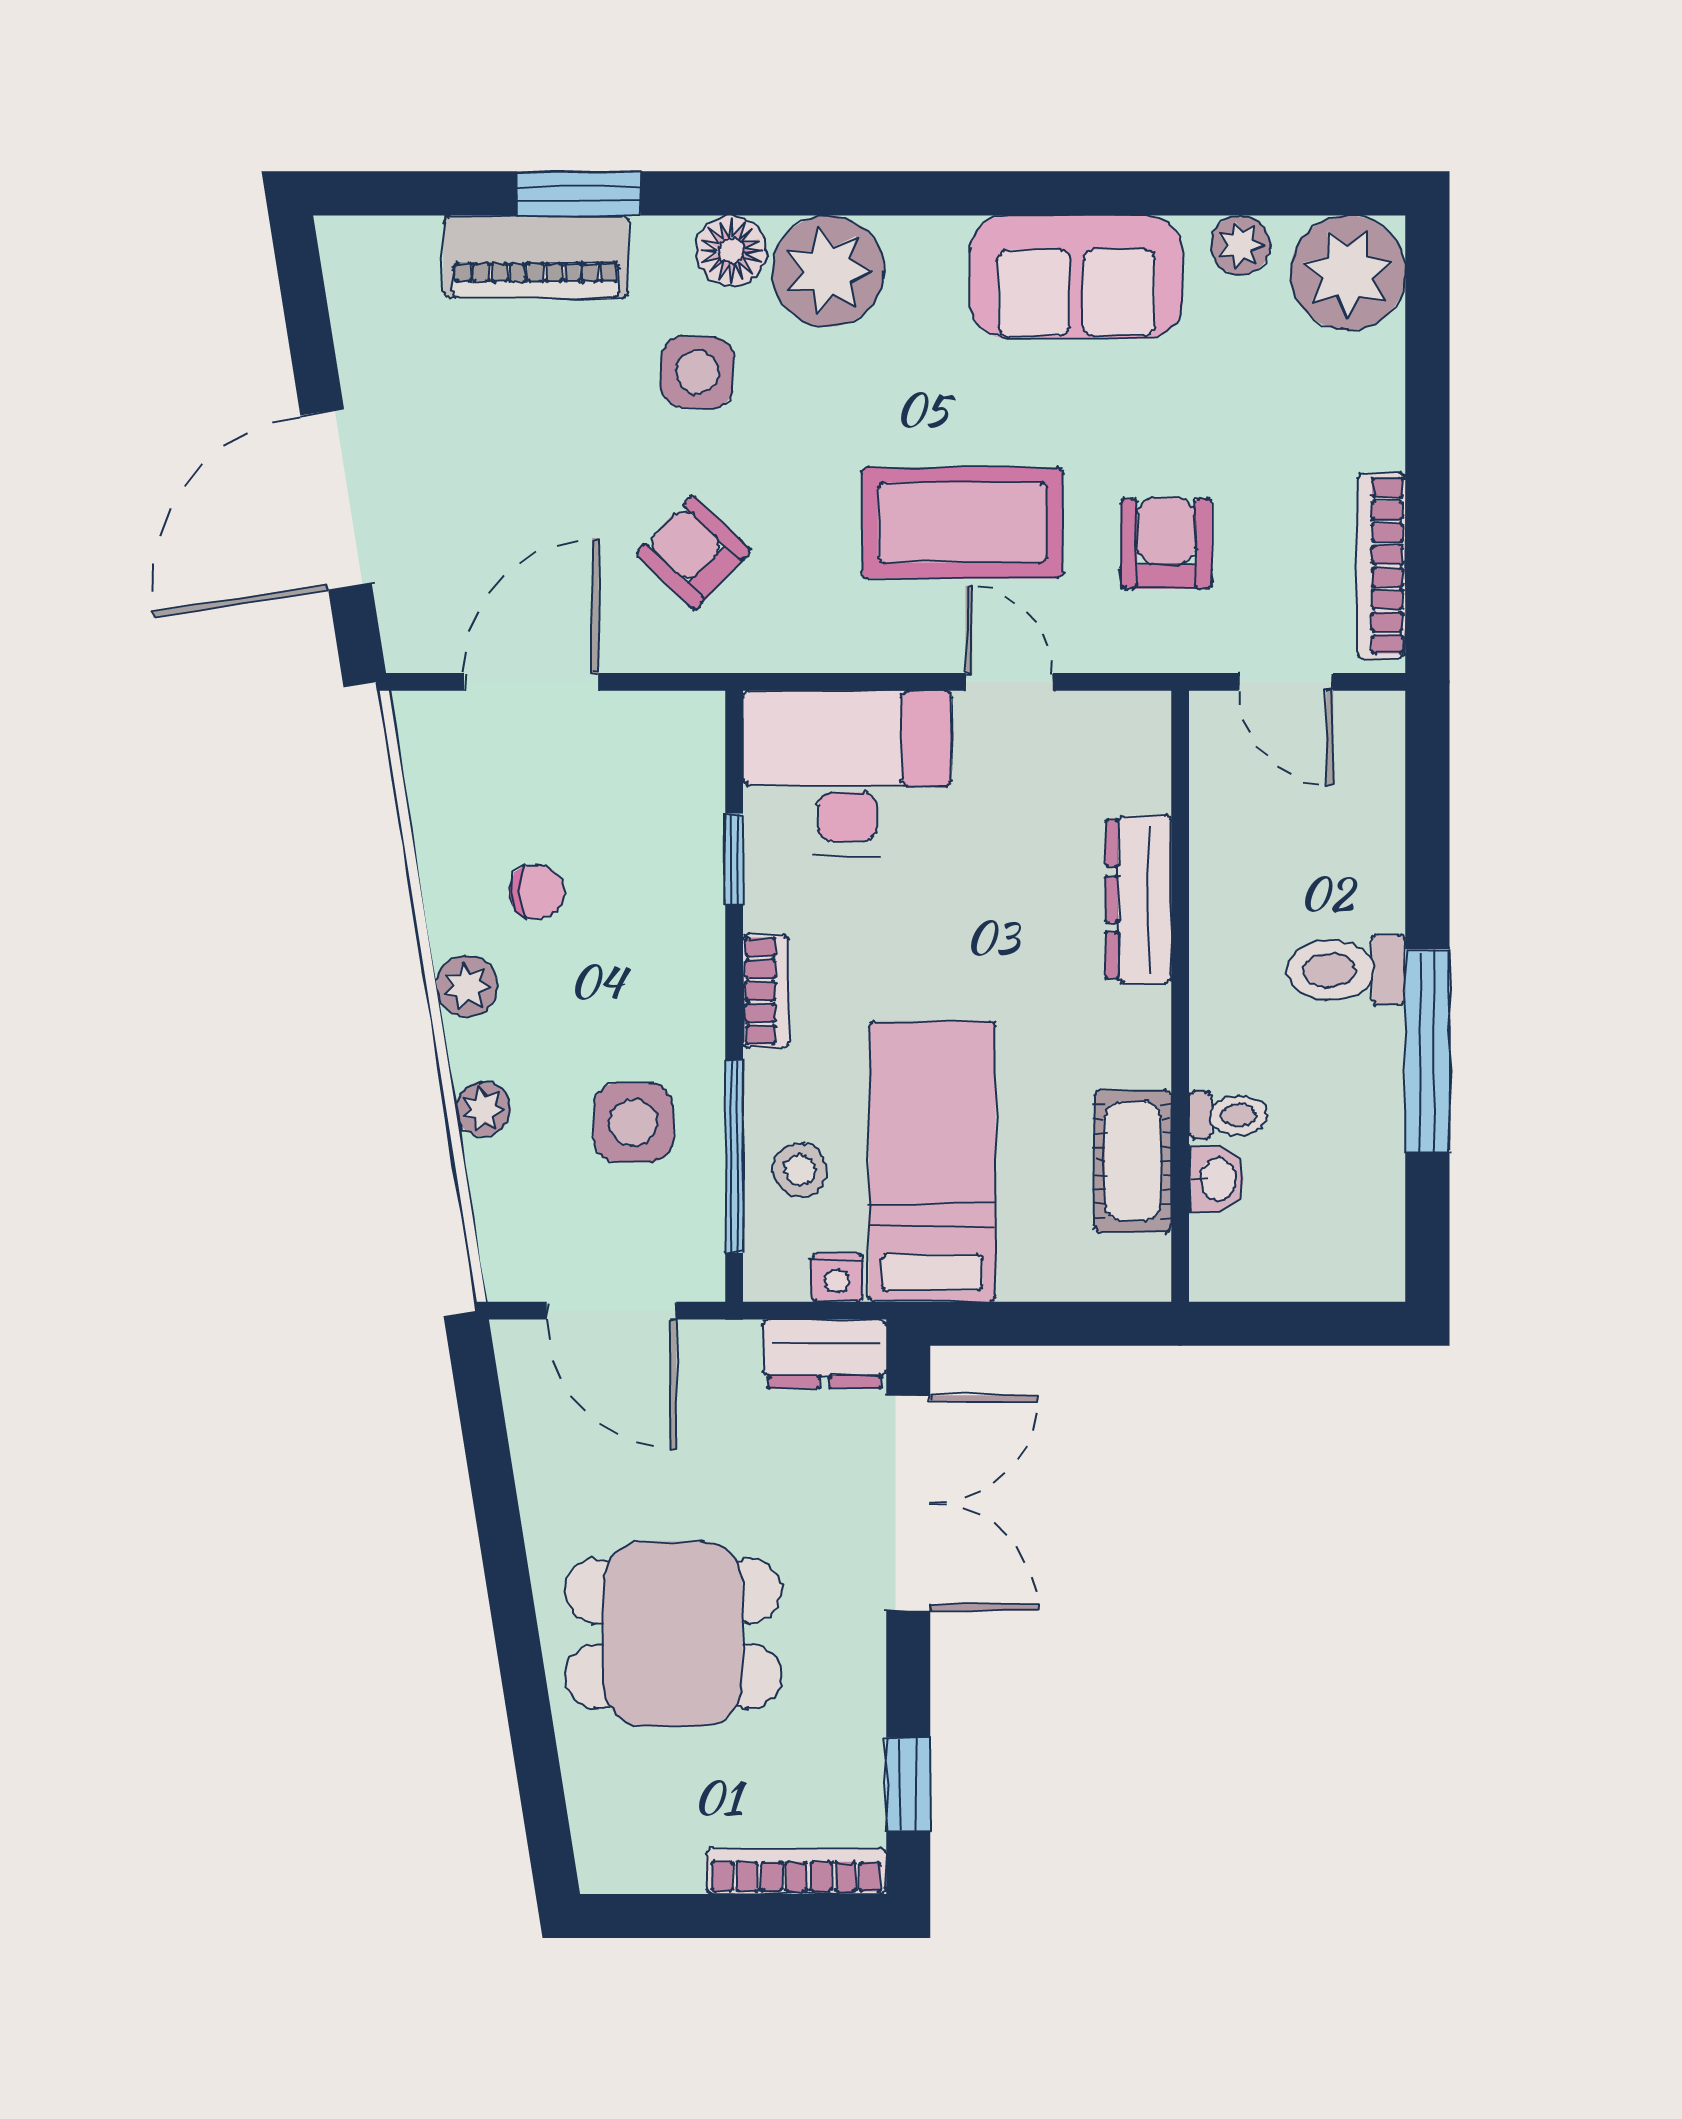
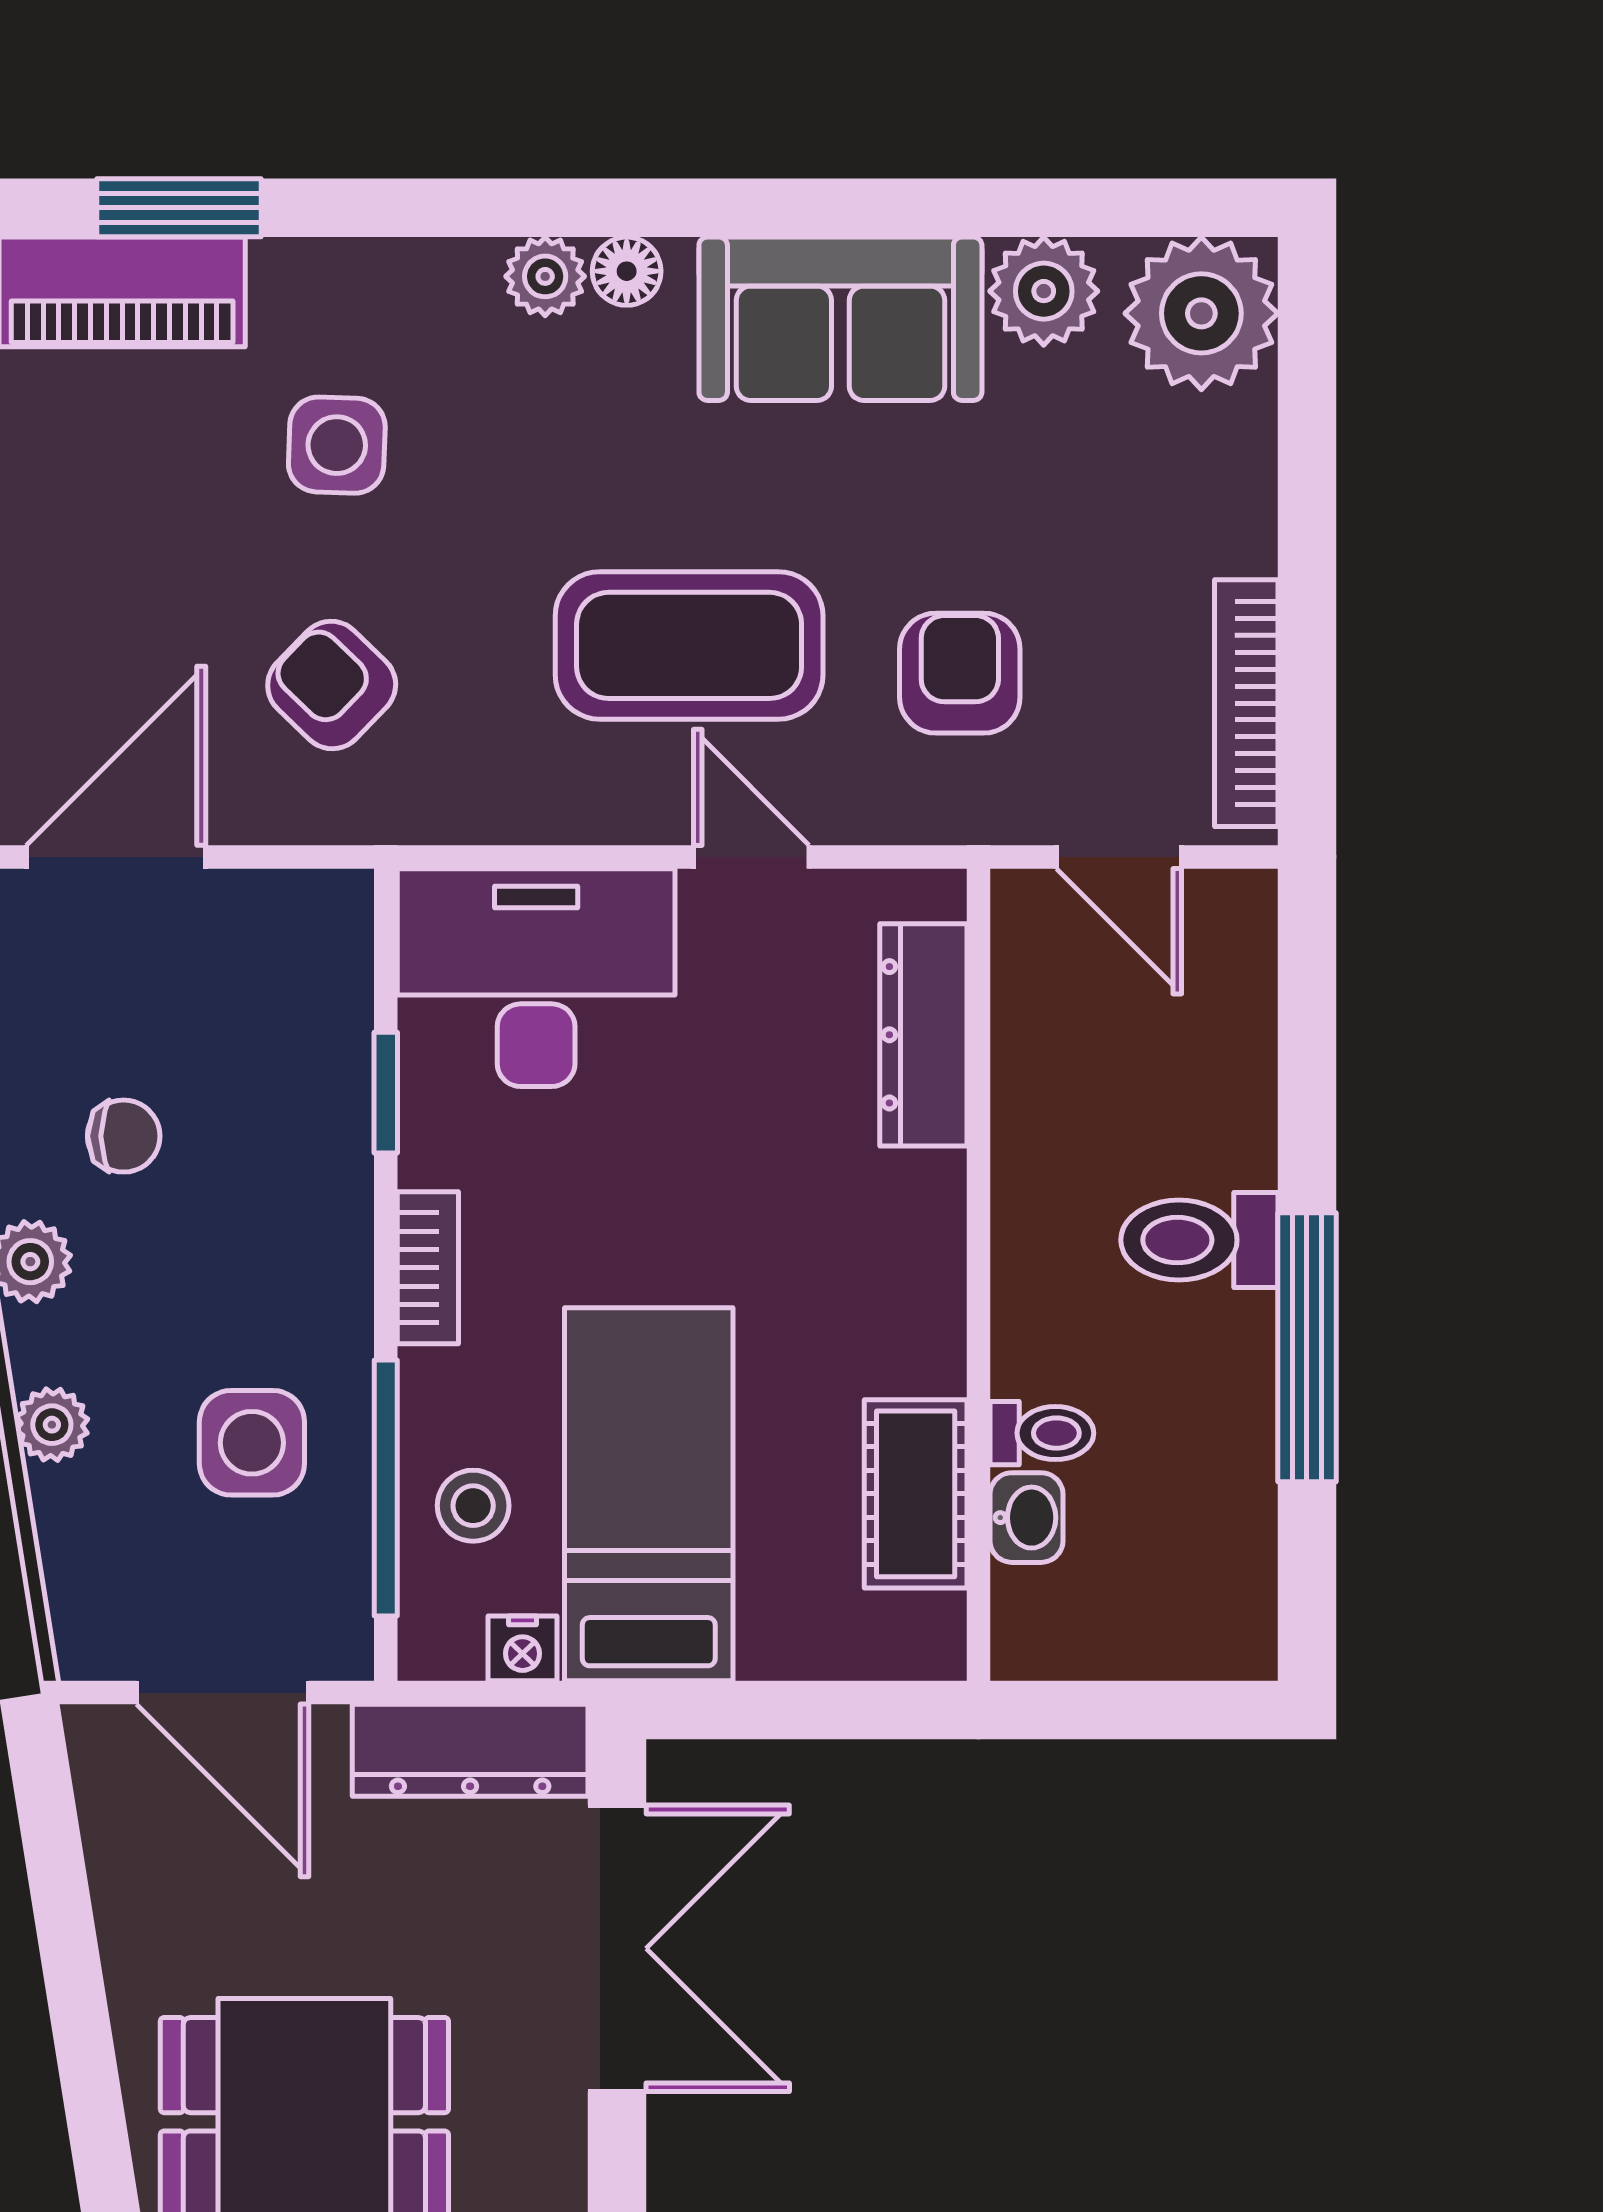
plant: (1240, 245) -> (1044, 291), width x1.38, depth x1.38
floor lamp: (731, 251) -> (627, 271), moved, width x0.73, depth x0.73
plant: (828, 271) -> (545, 276), width x0.53, depth x0.53
dresser: (1139, 899) -> (923, 1035), moved
dresser: (825, 1354) -> (470, 1750), width x1.44

